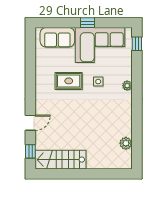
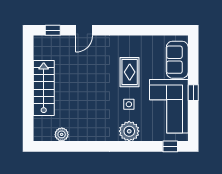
plant: (127, 86) -> (129, 131), width x1.87, depth x1.87
door: (30, 123) -> (84, 30), hinge flipped
stairs: (61, 160) -> (44, 88), moved

